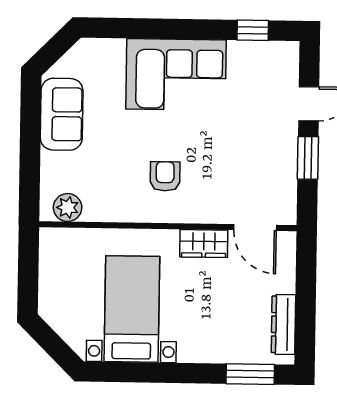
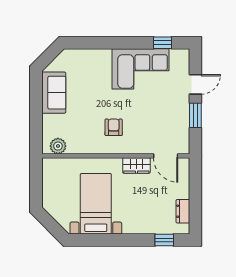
corner sofa: (176, 75) -> (141, 69), moved
dresser: (283, 324) -> (183, 211), width x0.70
window: (250, 374) -> (164, 240), width x0.67

